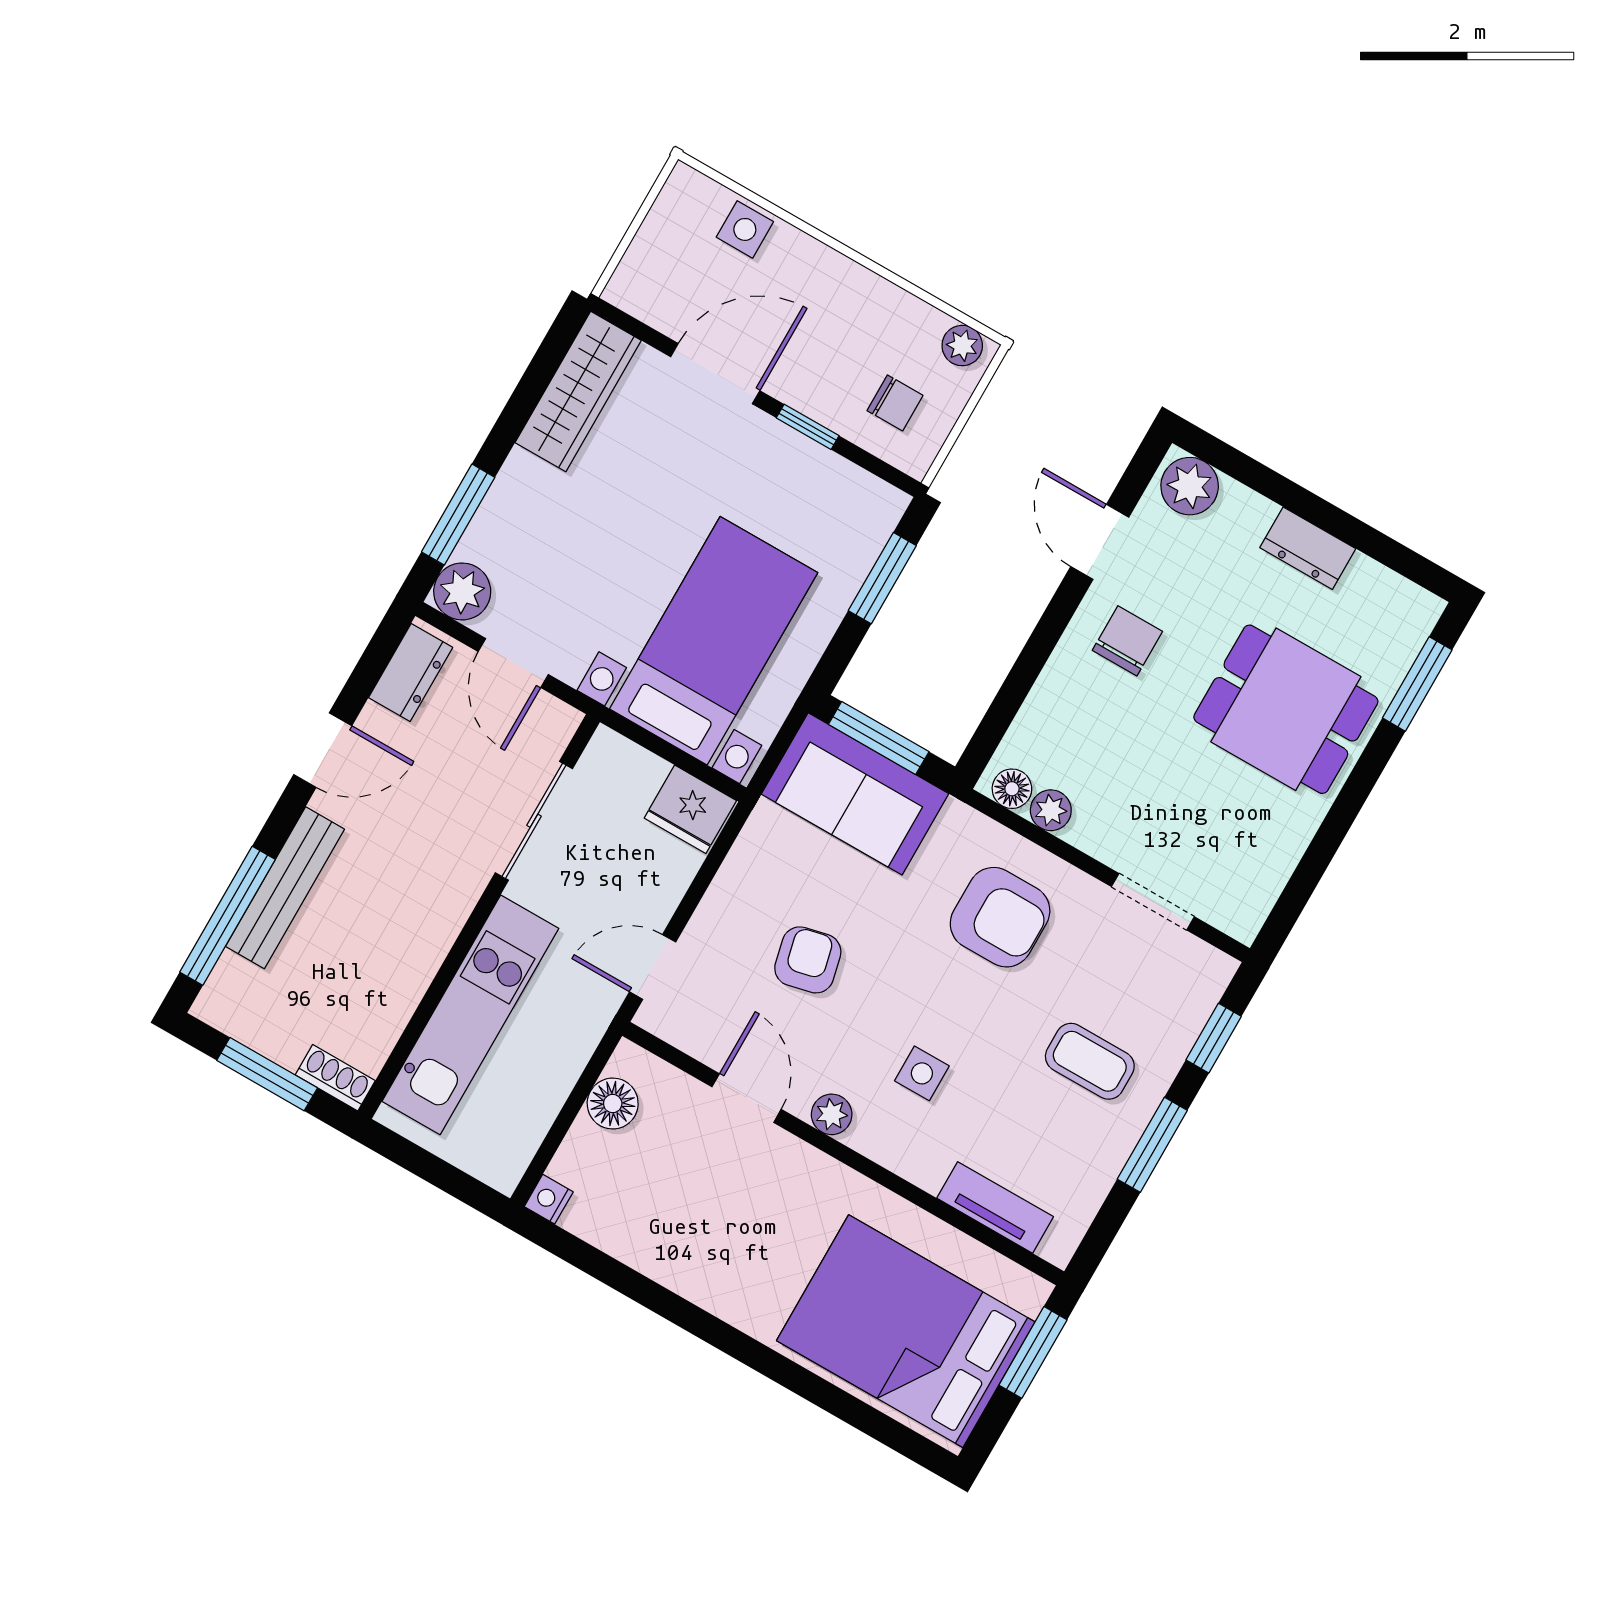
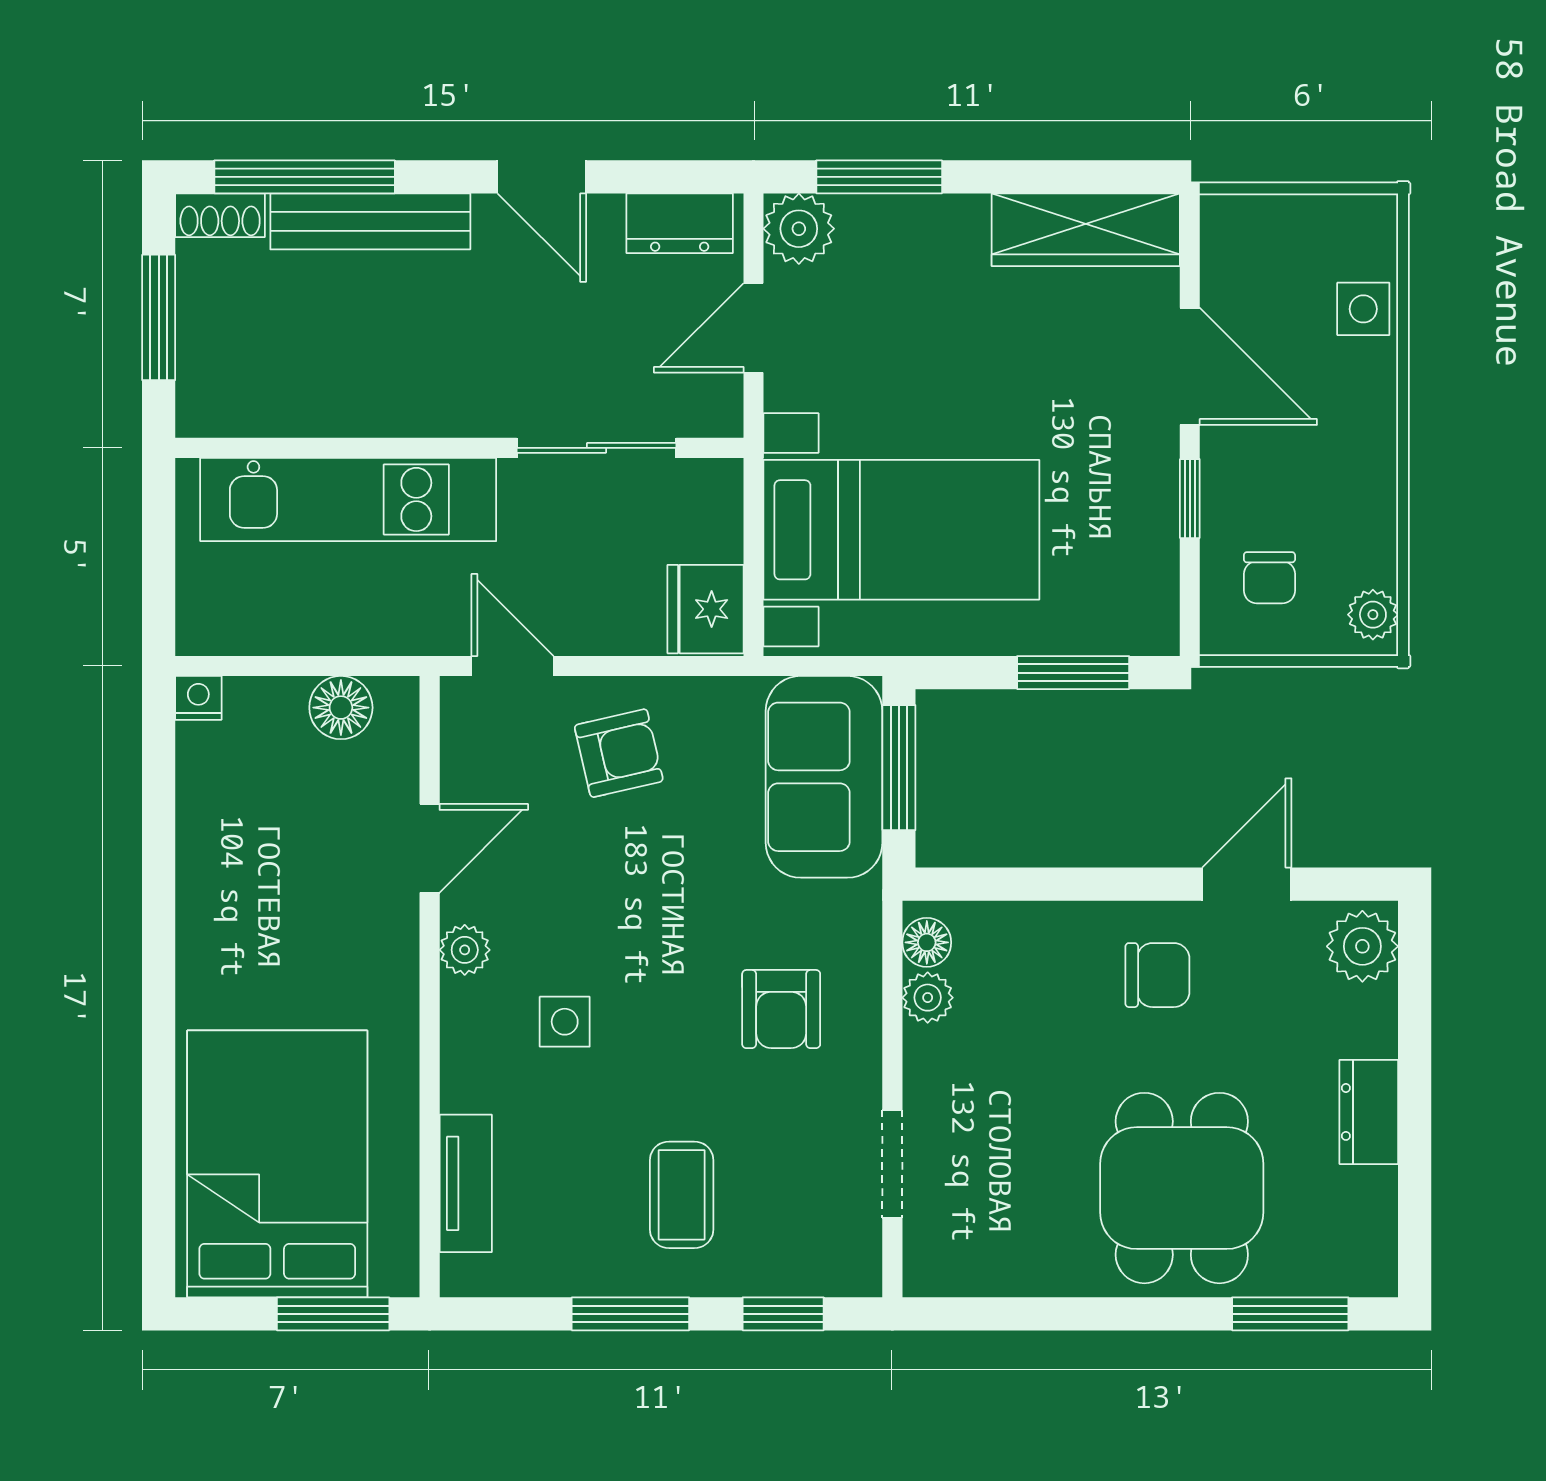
armchair: (1000, 917) -> (781, 1009), width x0.72, depth x0.72
armchair: (808, 960) -> (619, 753), moved
shoe rack: (335, 1078) -> (220, 215), moved, turned 90

